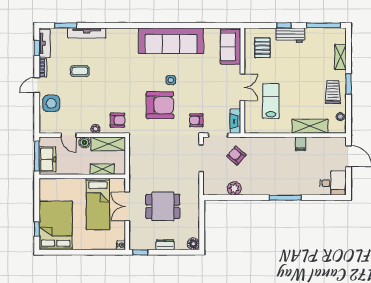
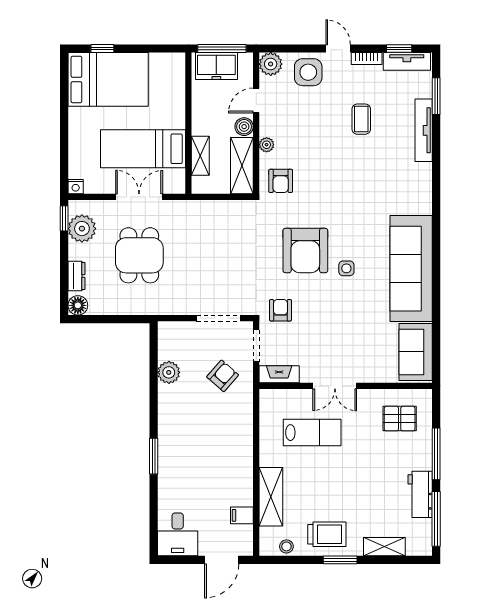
window: (284, 25) -> (436, 454), width x2.17
workbench: (290, 35) -> (420, 494), moved
sofa: (231, 47) -> (416, 352), moved, turned -90
plant: (46, 126) -> (271, 64), added
filing cabinet: (301, 144) -> (242, 515), moved
window: (285, 198) -> (154, 456), width x0.69
plant: (147, 241) -> (82, 229), added
dresser: (165, 245) -> (76, 276), moved

